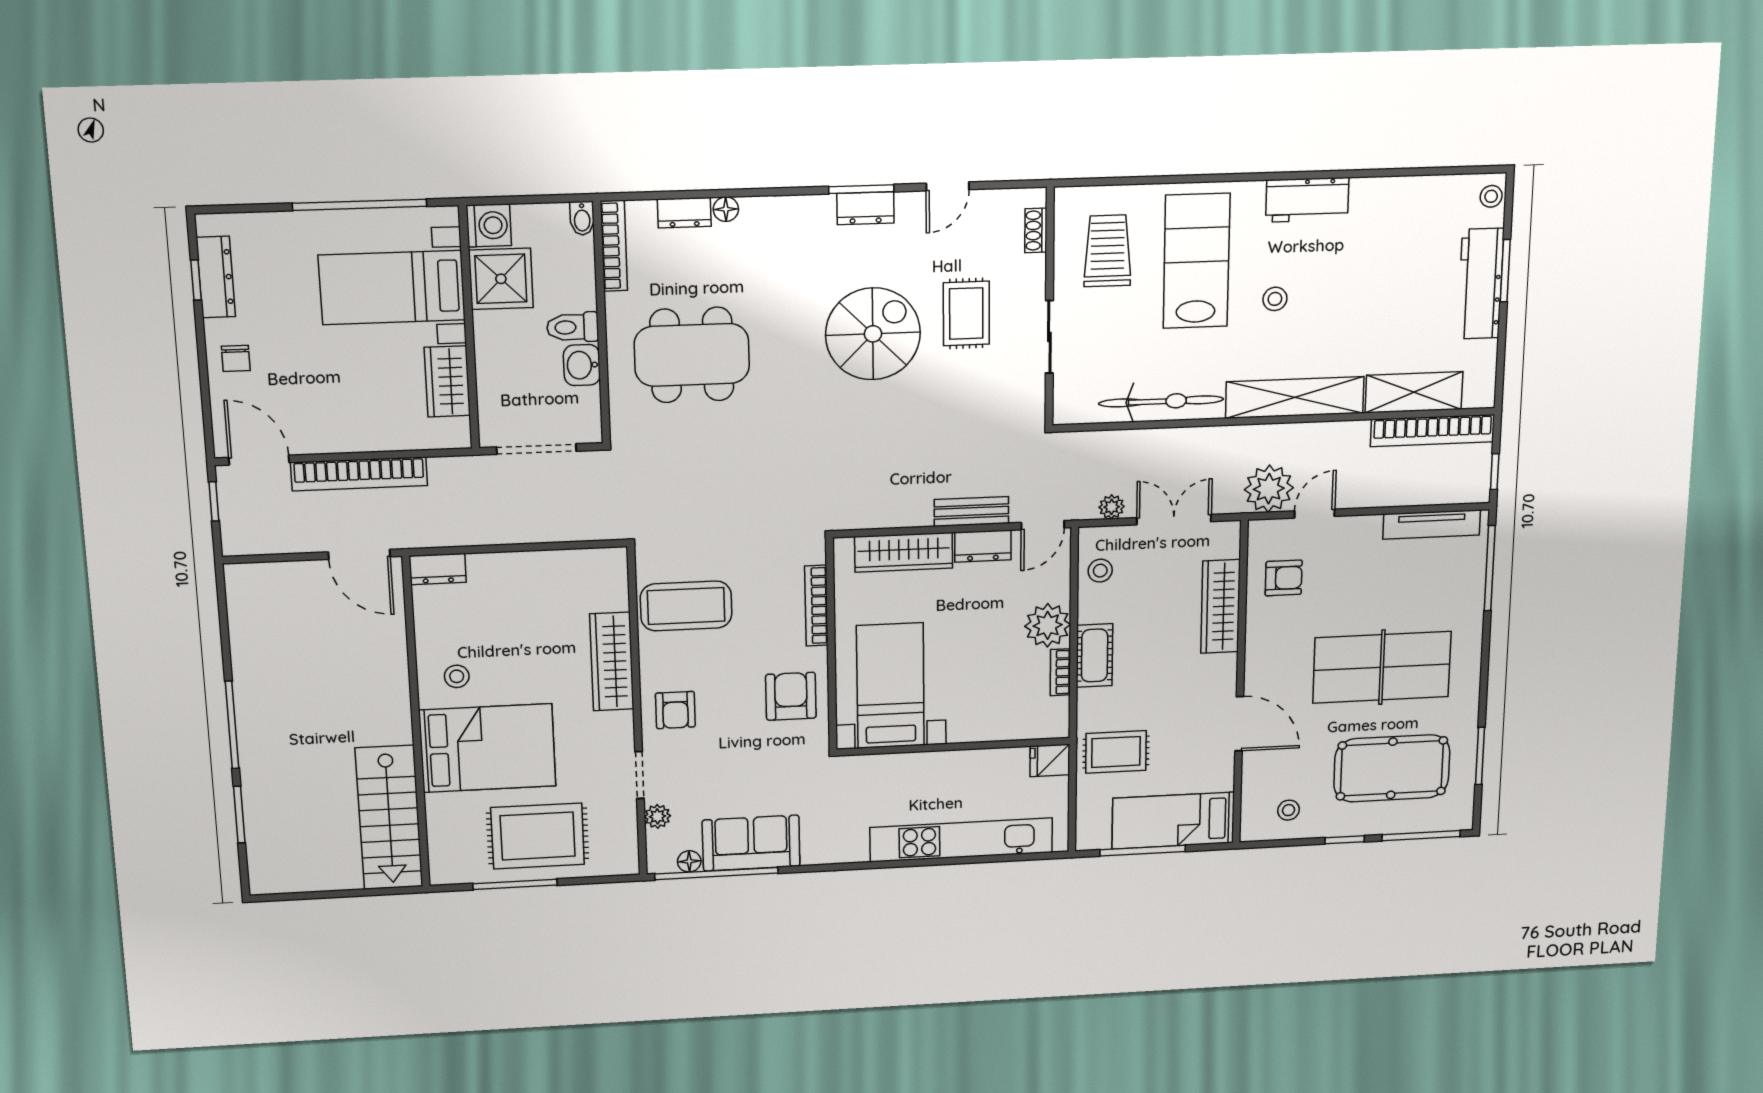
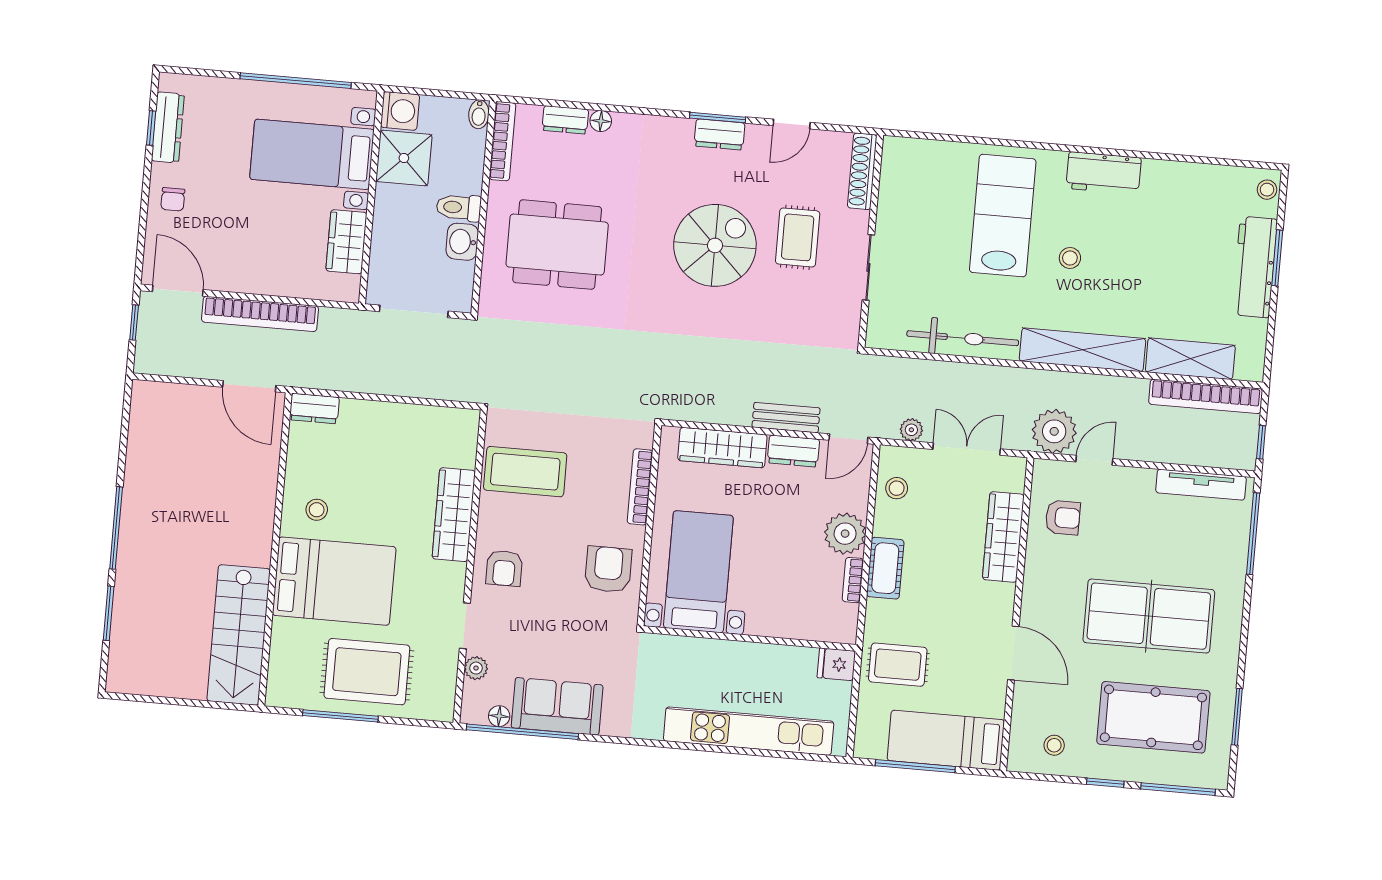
shoe rack: (1036, 230) -> (862, 171), width x1.94, depth x1.24
trolley: (1108, 251) -> (925, 197), removed

